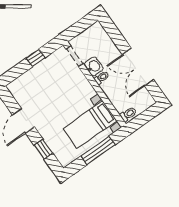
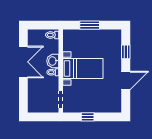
washbasin: (94, 66) -> (53, 61), moved
bed with nightstands: (90, 125) -> (83, 68), moved
window: (98, 150) -> (90, 25), width x0.69

